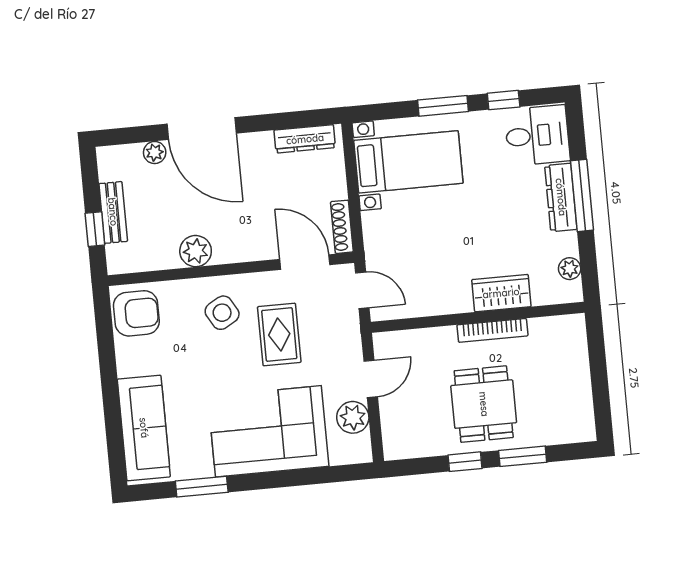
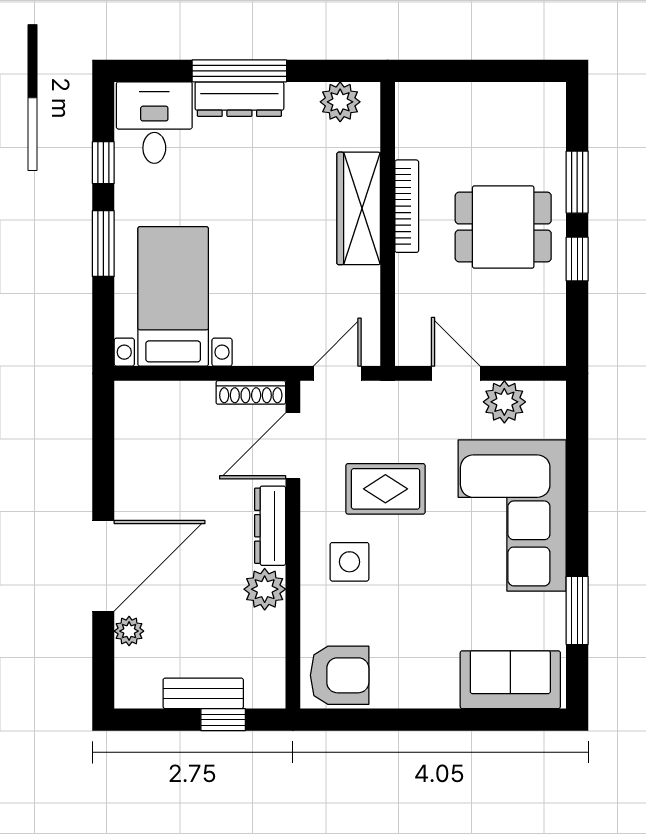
dresser: (305, 139) -> (270, 526), moved, turned 180
plant: (570, 269) -> (340, 102), width x1.38, depth x1.38
wardrobe: (501, 293) -> (359, 208), width x1.50
armchair: (136, 313) -> (340, 675), turned 90
side table: (222, 313) -> (349, 562), turned 30
sofa: (144, 428) -> (510, 680), width x0.73

